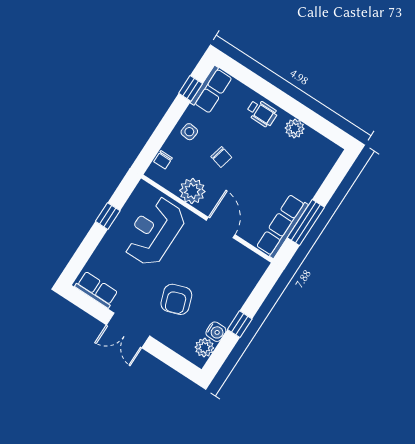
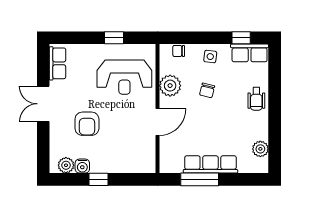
plant: (295, 128) -> (260, 149), moved
row of seats: (282, 226) -> (210, 164), moved
reception desk: (154, 231) -> (124, 77), turned 180
armchair: (176, 299) -> (87, 124), turned -71

